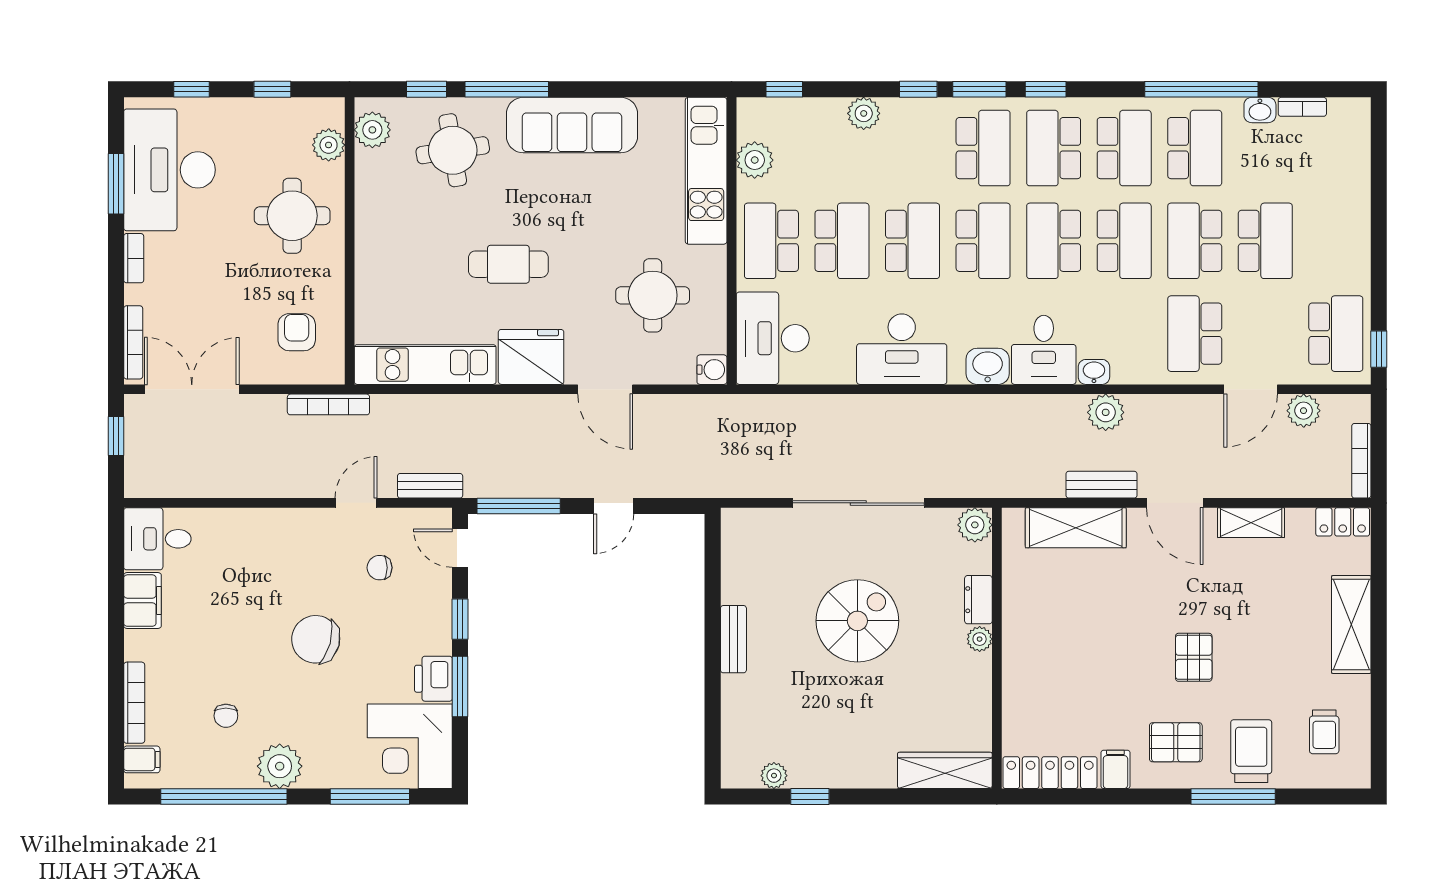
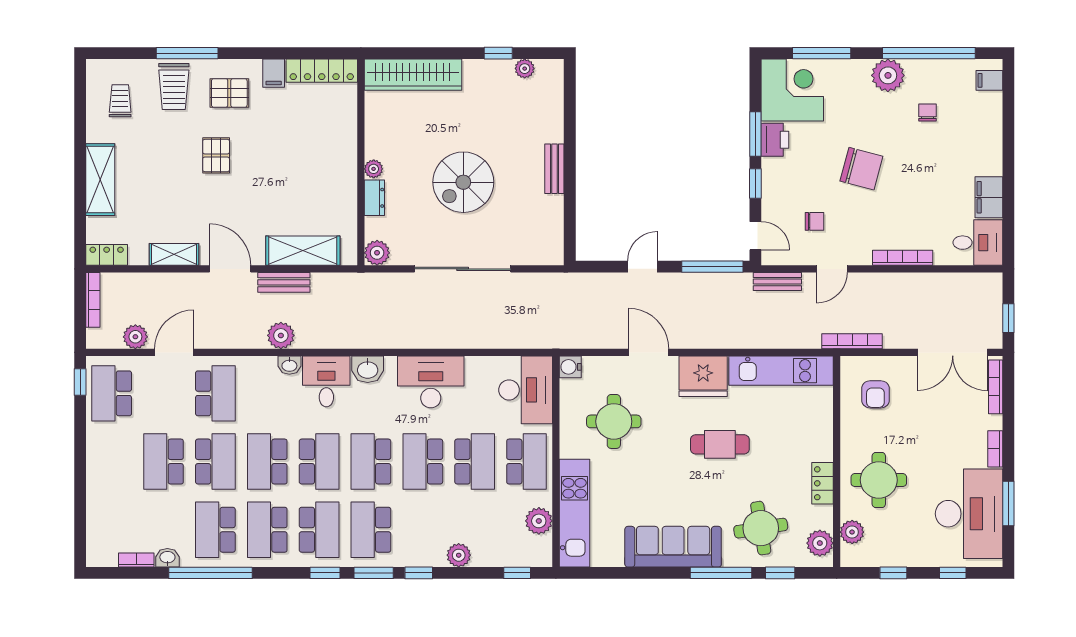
locker: (369, 211) -> (823, 483), added
school desk: (842, 241) -> (475, 462), turned 180
bookcase: (134, 703) -> (903, 258), moved, turned 90
wardrobe: (945, 770) -> (413, 75), width x1.40, depth x1.17

